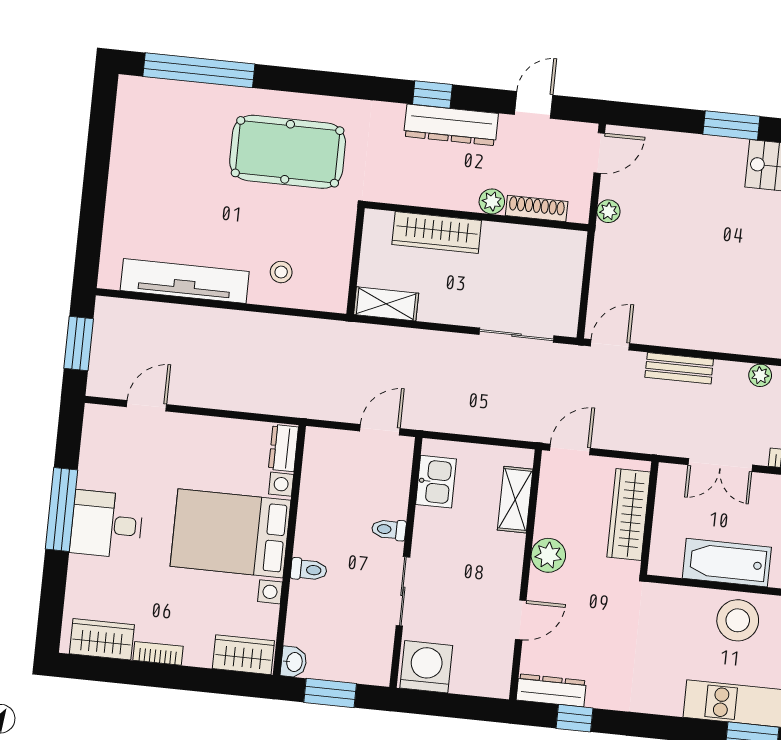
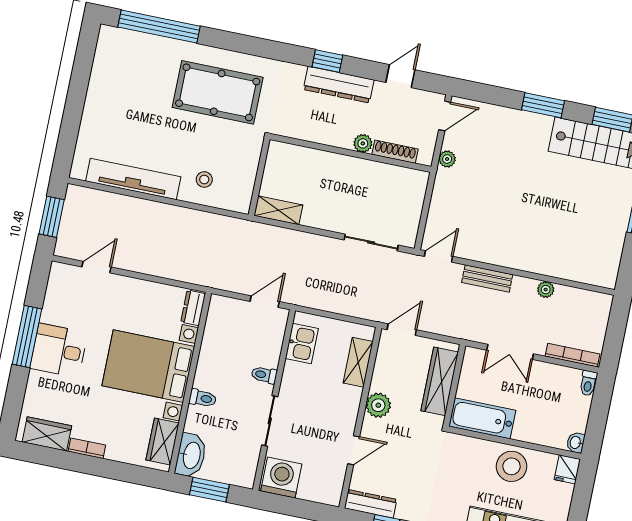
wardrobe: (437, 233) -> (320, 162), removed
bathtub: (727, 563) -> (482, 418), moved
wardrobe: (243, 655) -> (162, 442), moved, turned -90
washbasin: (294, 662) -> (191, 455), width x1.91, depth x1.45

